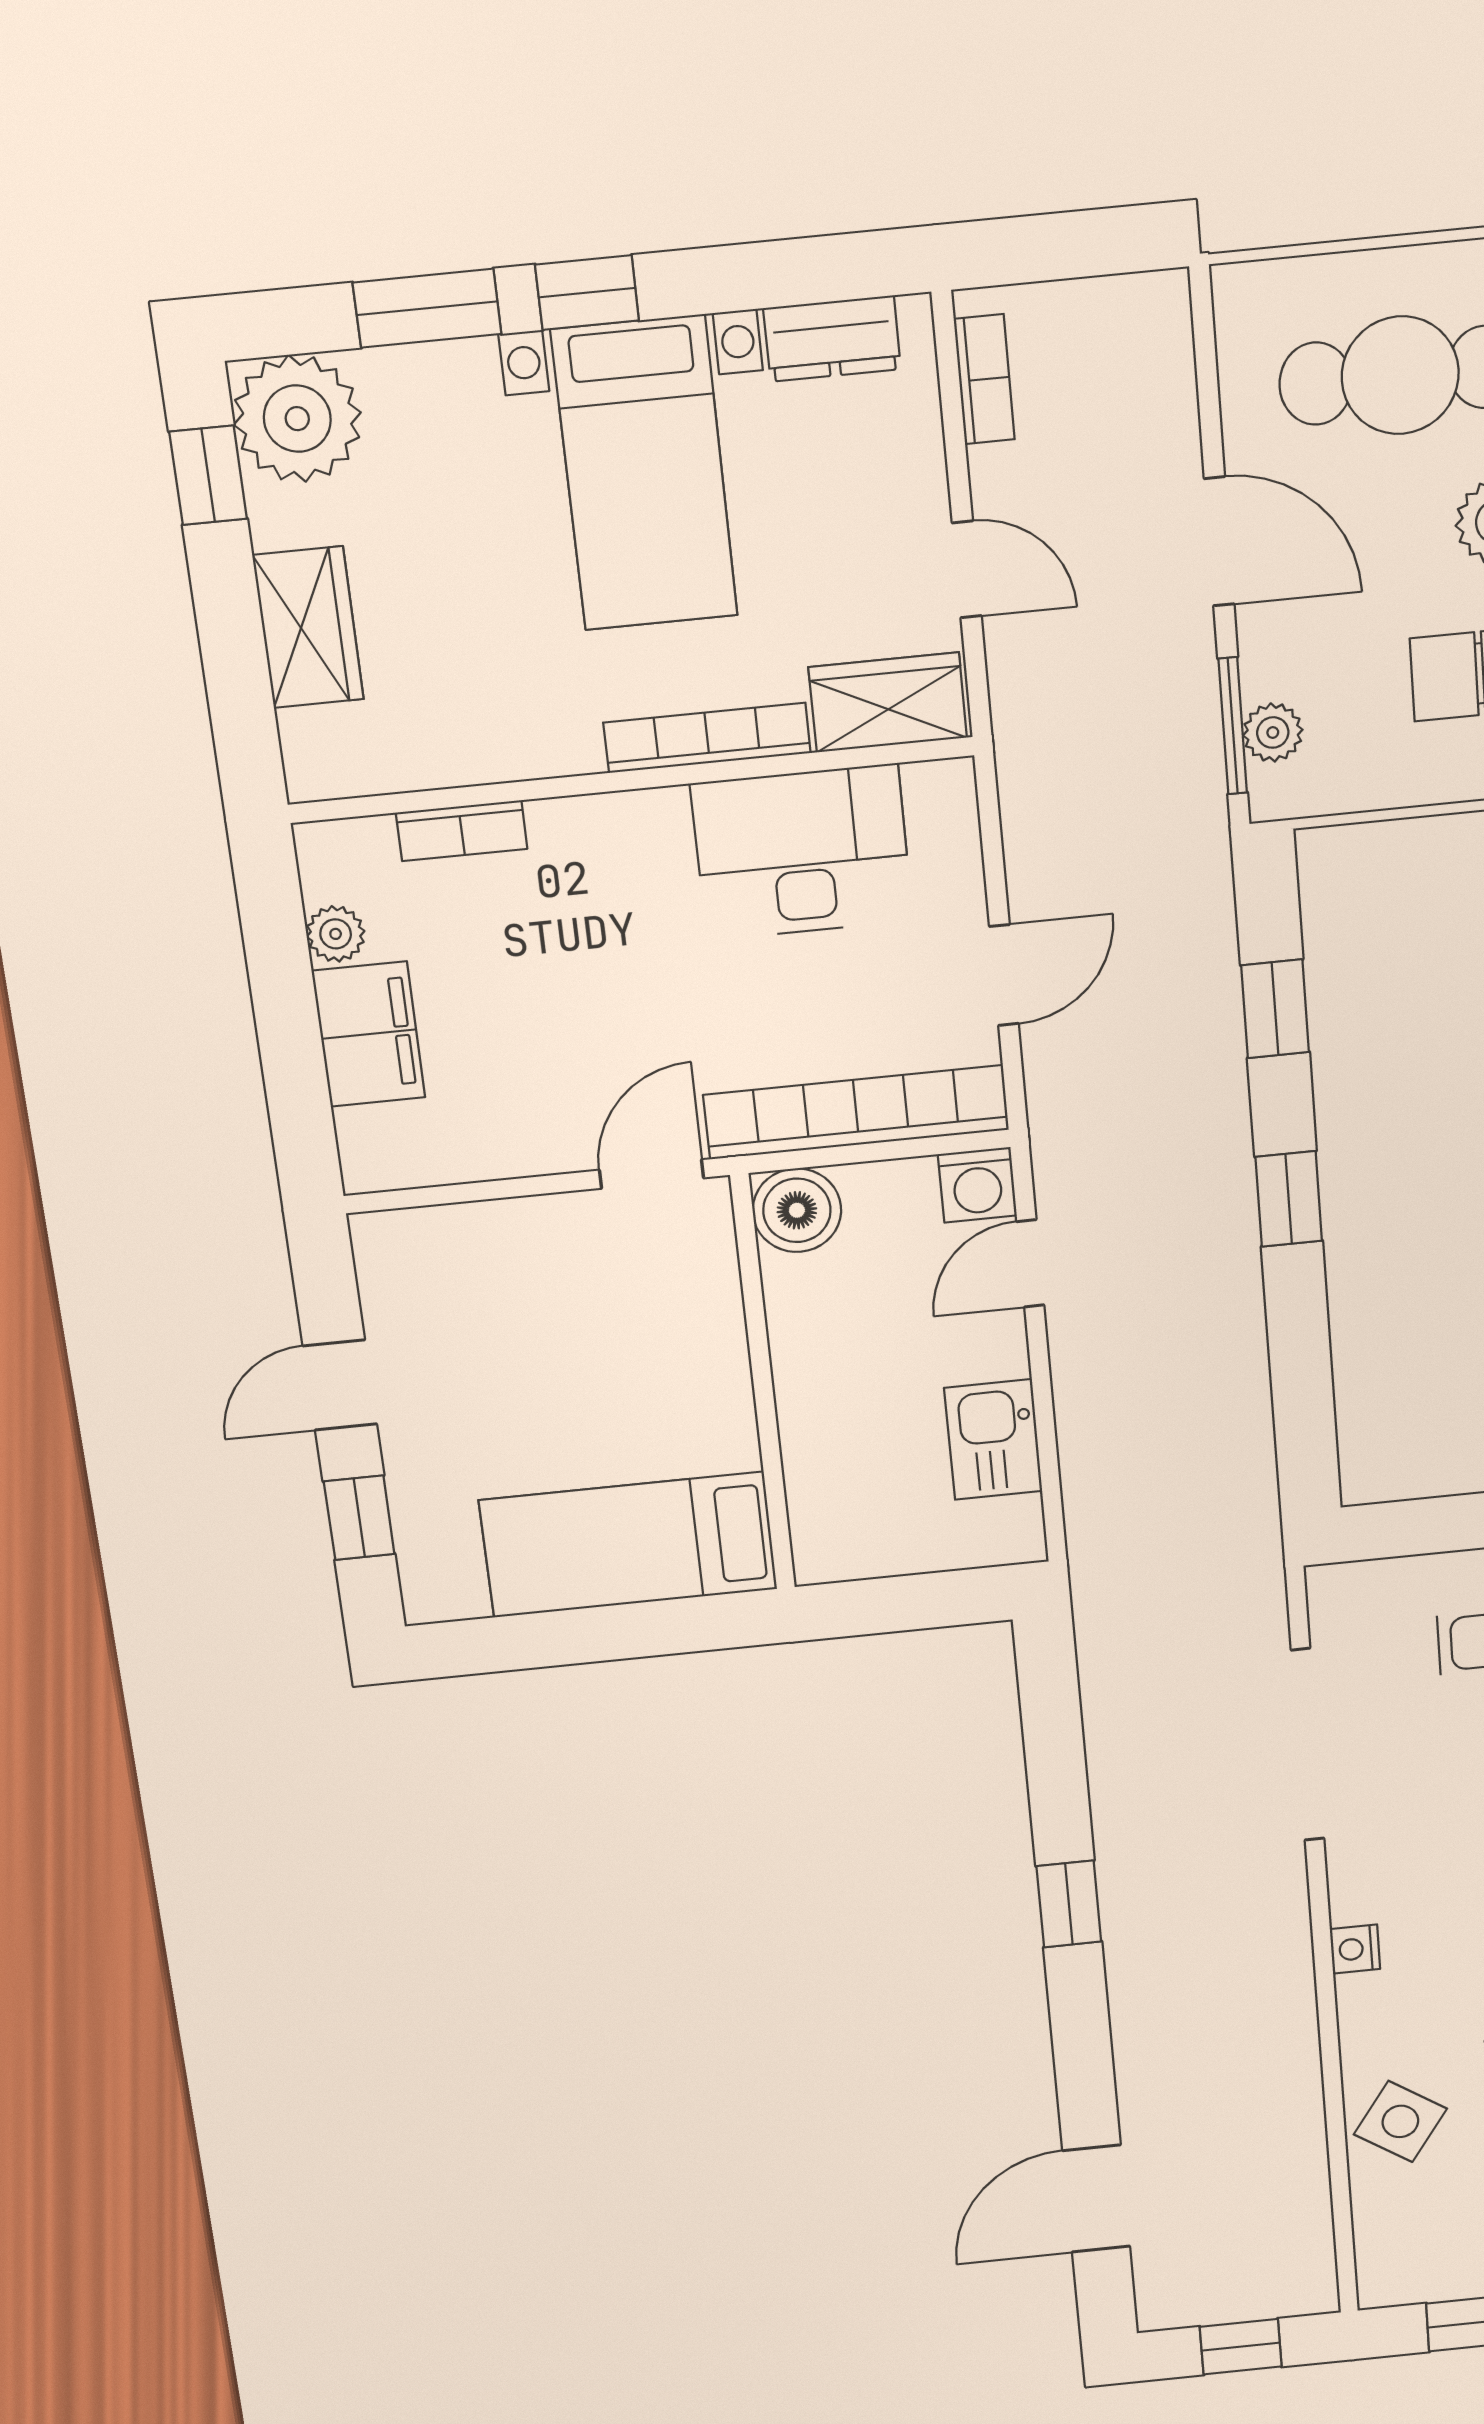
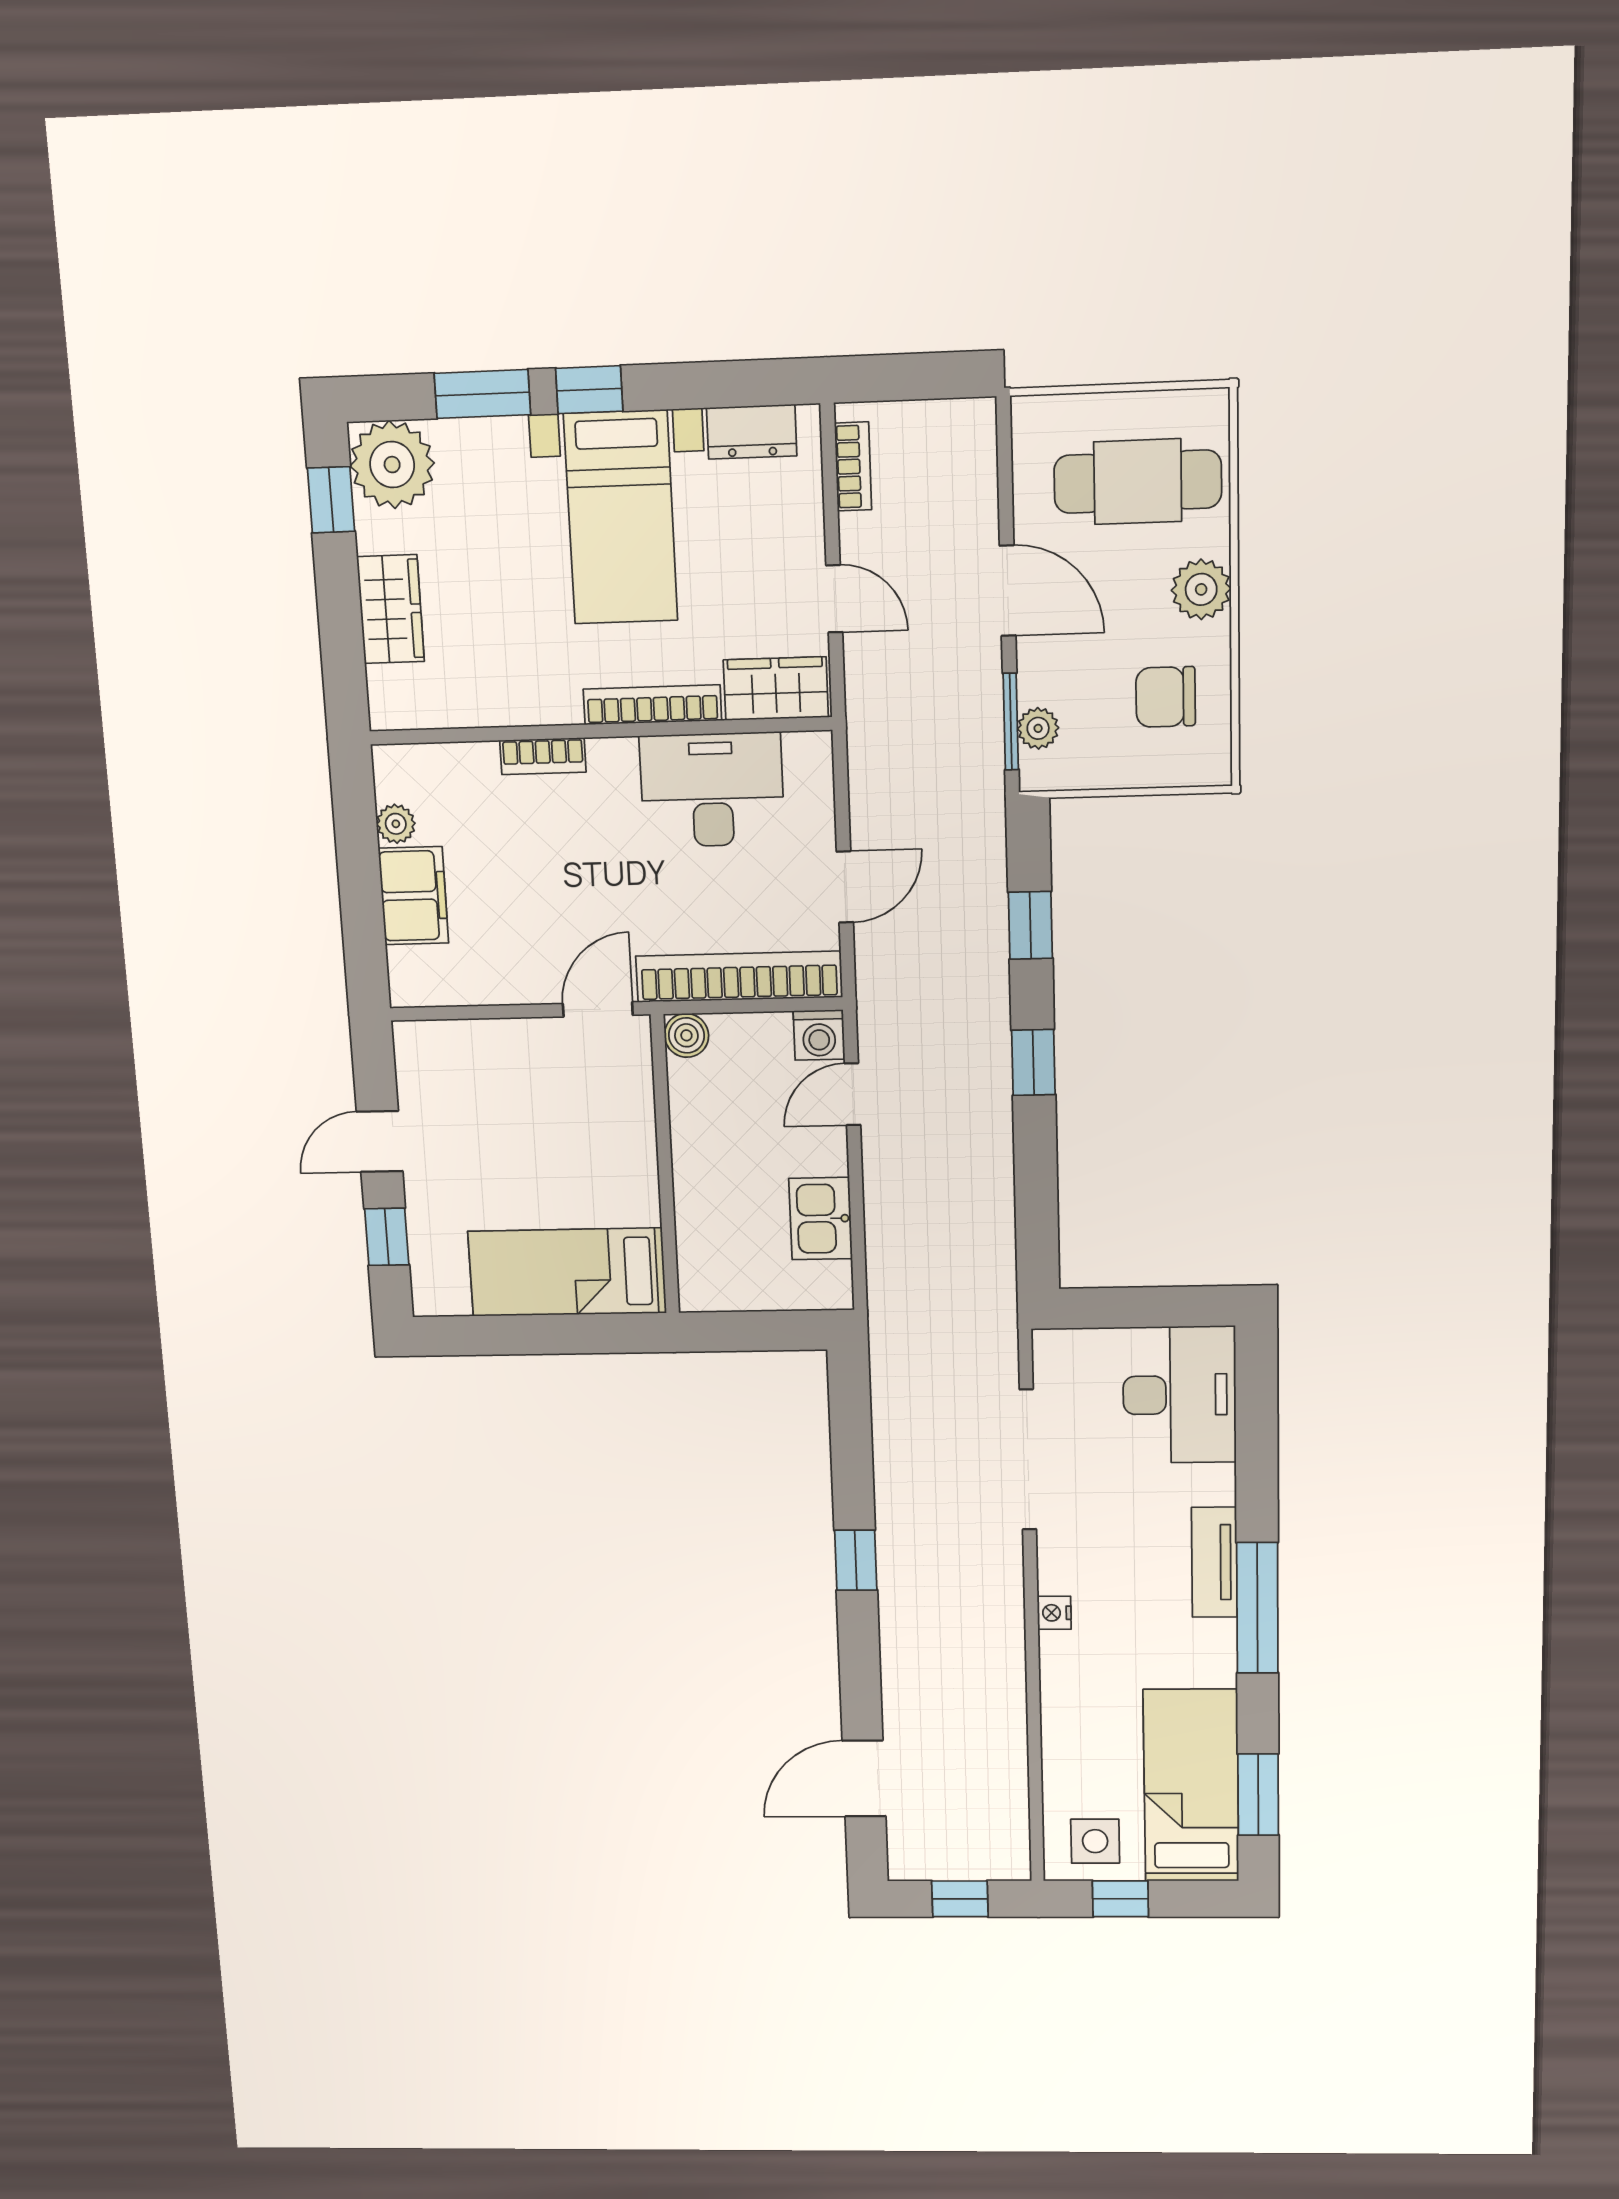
bookcase: (462, 831) -> (543, 756), moved
boiler: (797, 1210) -> (686, 1035), width x0.73, depth x0.73
side table: (1400, 2121) -> (1095, 1841), moved, turned -34

